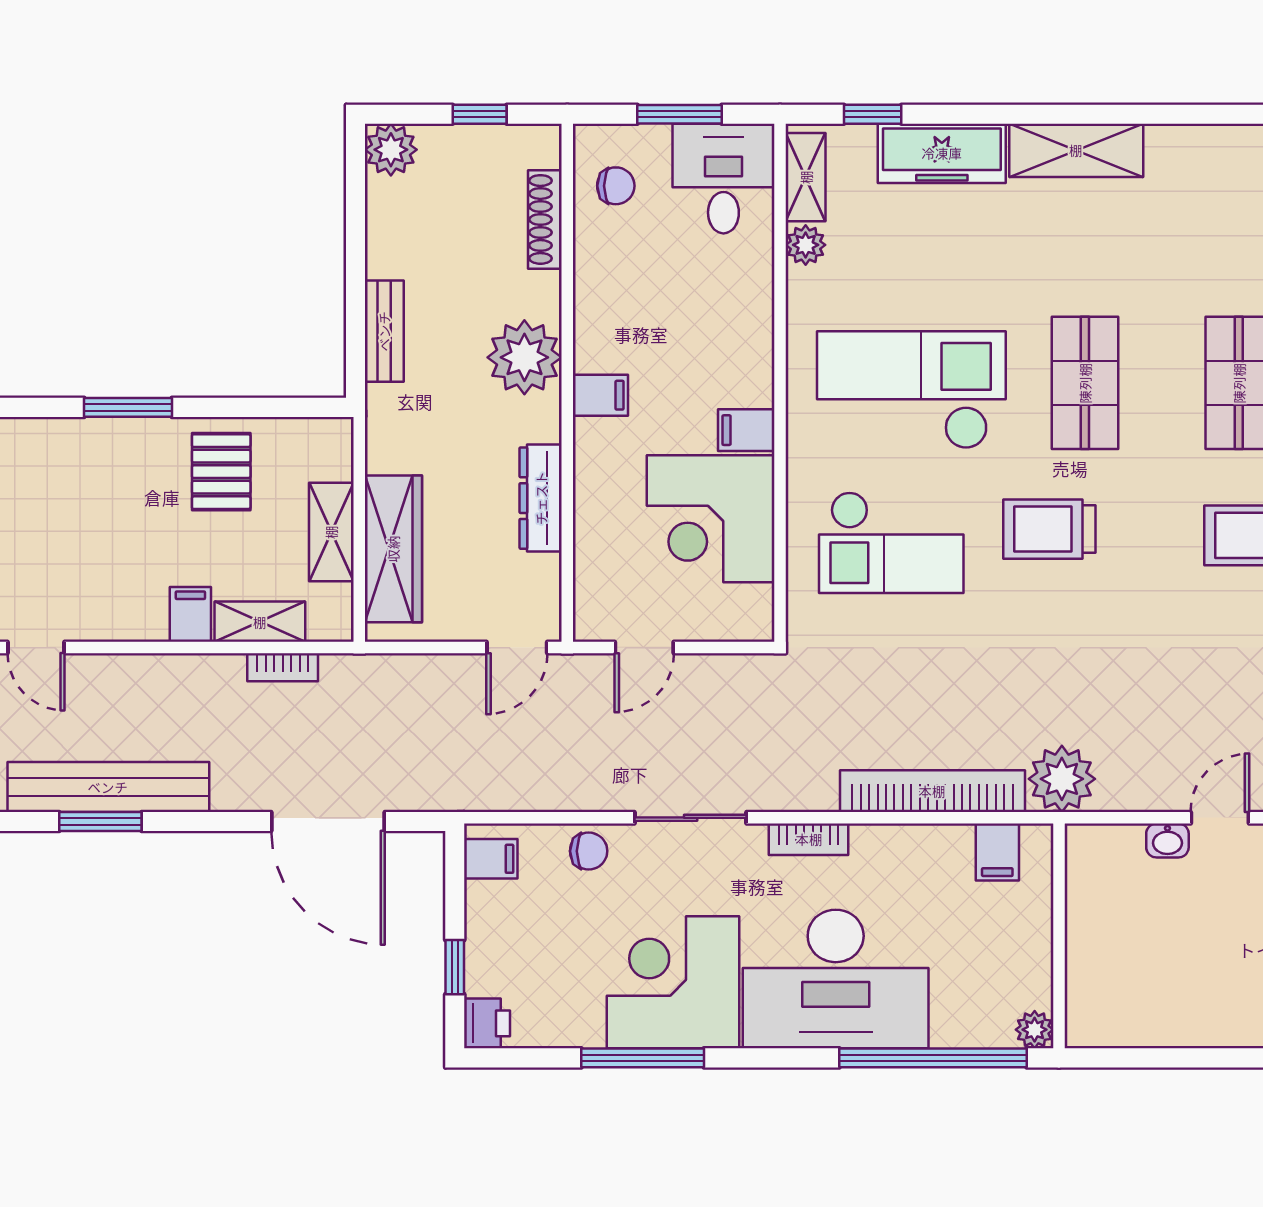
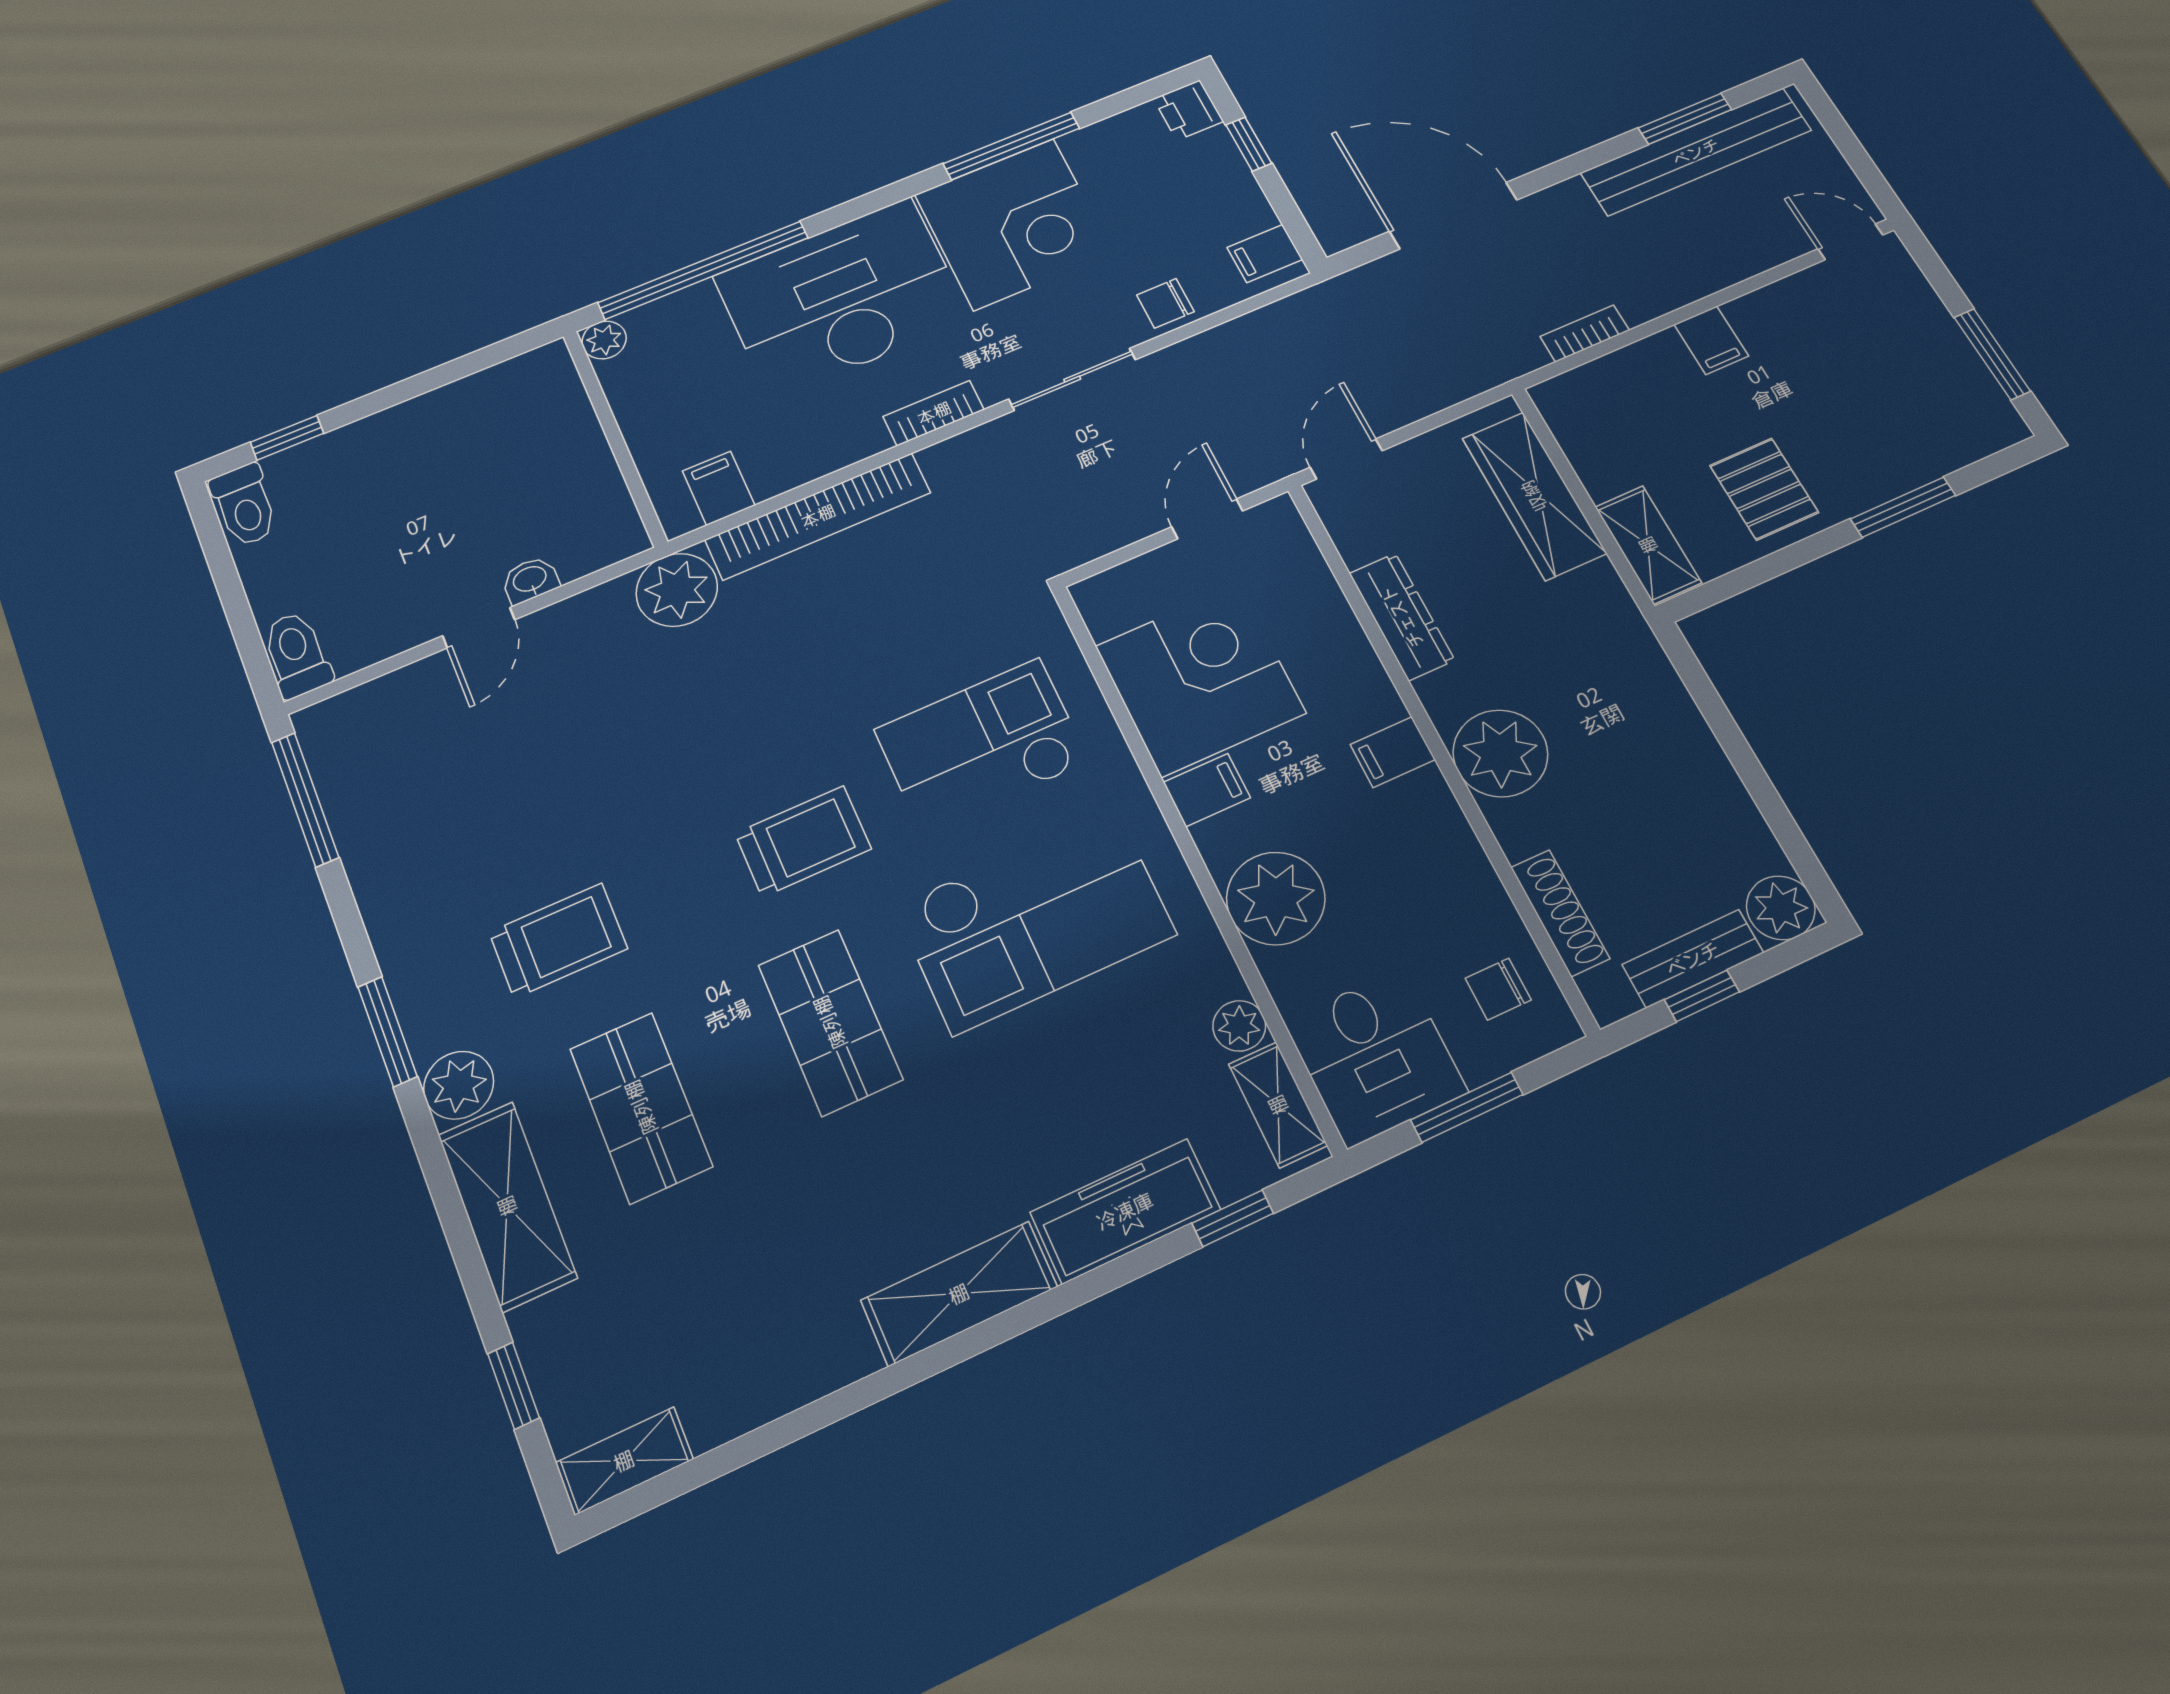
plant: (736, 325) -> (1276, 898), added
bench: (384, 331) -> (1693, 959), moved, turned 90
shelving: (331, 532) -> (1648, 545), moved
shelving: (260, 622) -> (1635, 365), removed

